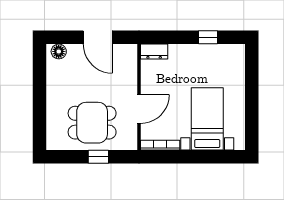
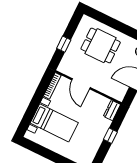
window: (208, 37) -> (110, 136), moved
dining table: (92, 123) -> (101, 46), moved, turned 90

